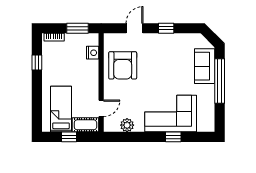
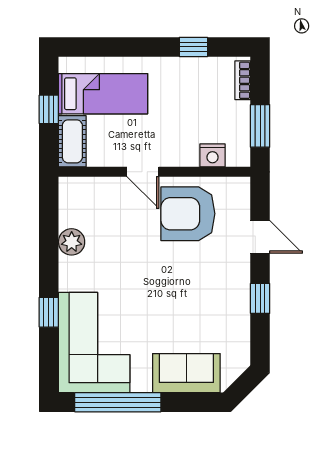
window: (220, 81) -> (118, 402), moved
door: (101, 108) -> (143, 172), moved
corner sofa: (171, 114) -> (94, 343), moved
plant: (127, 125) -> (72, 242), moved

